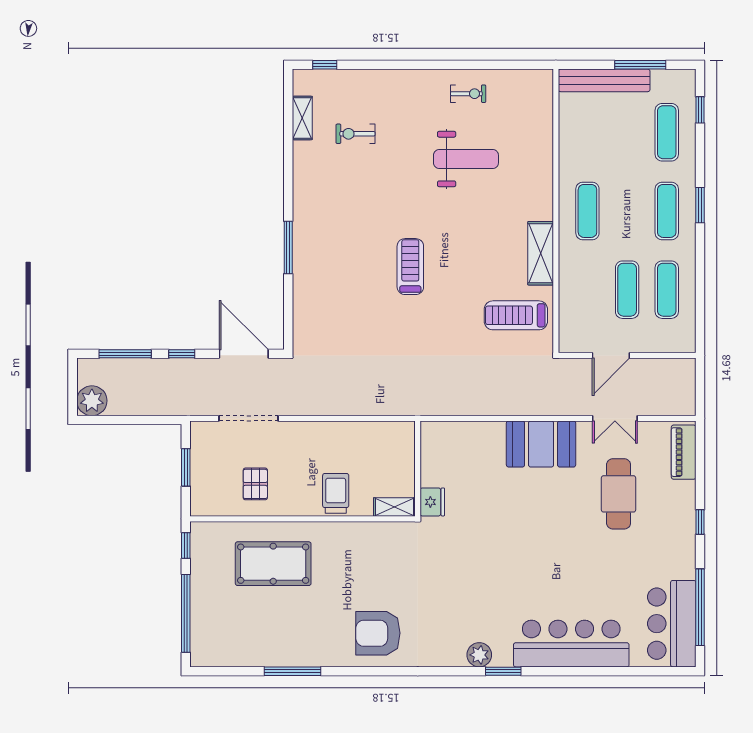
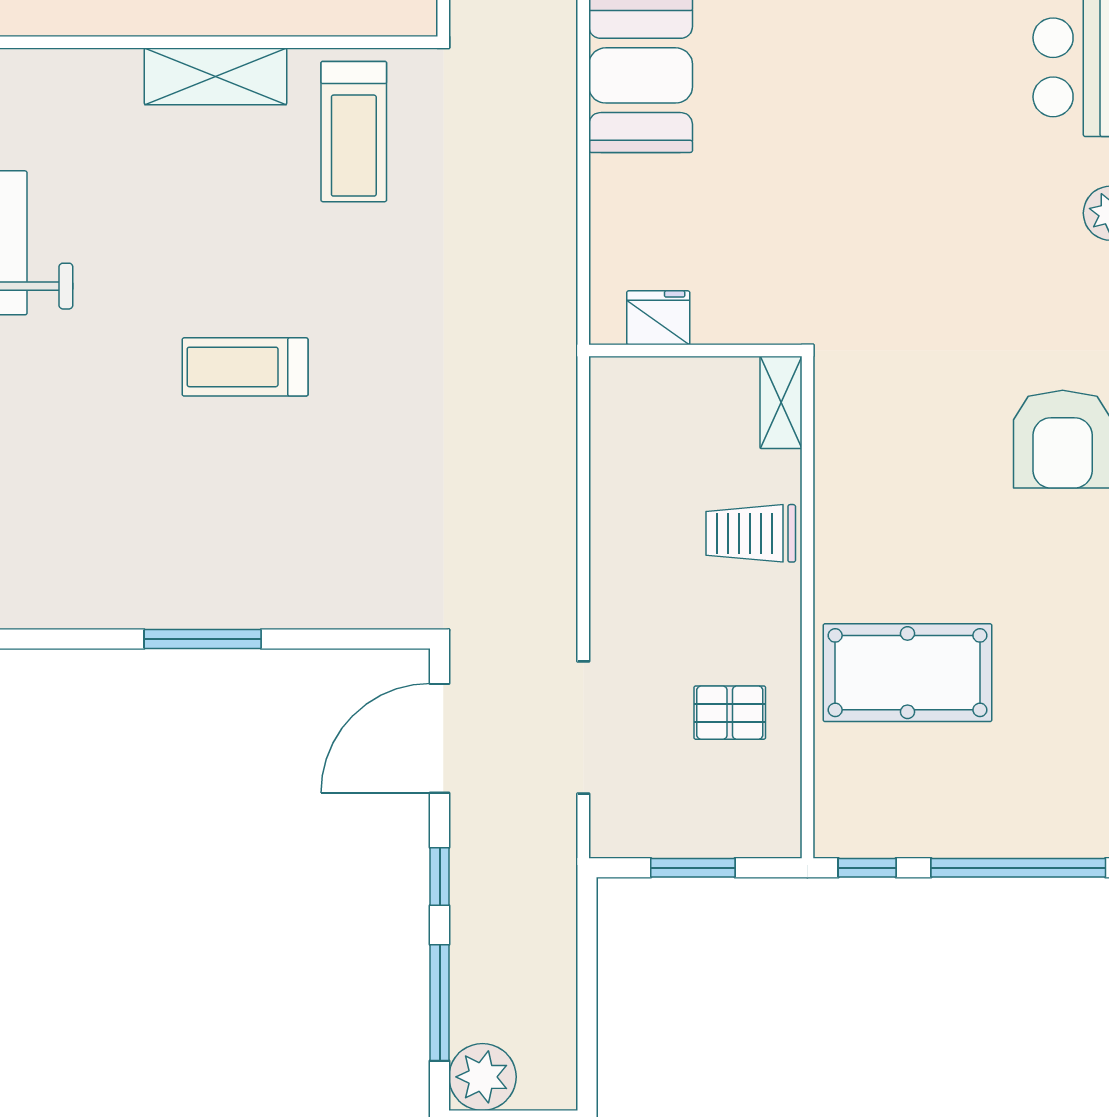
plant: (92, 401) -> (482, 1077), moved
fridge: (432, 502) -> (658, 318), moved
pool table: (273, 564) -> (908, 673), turned 90

